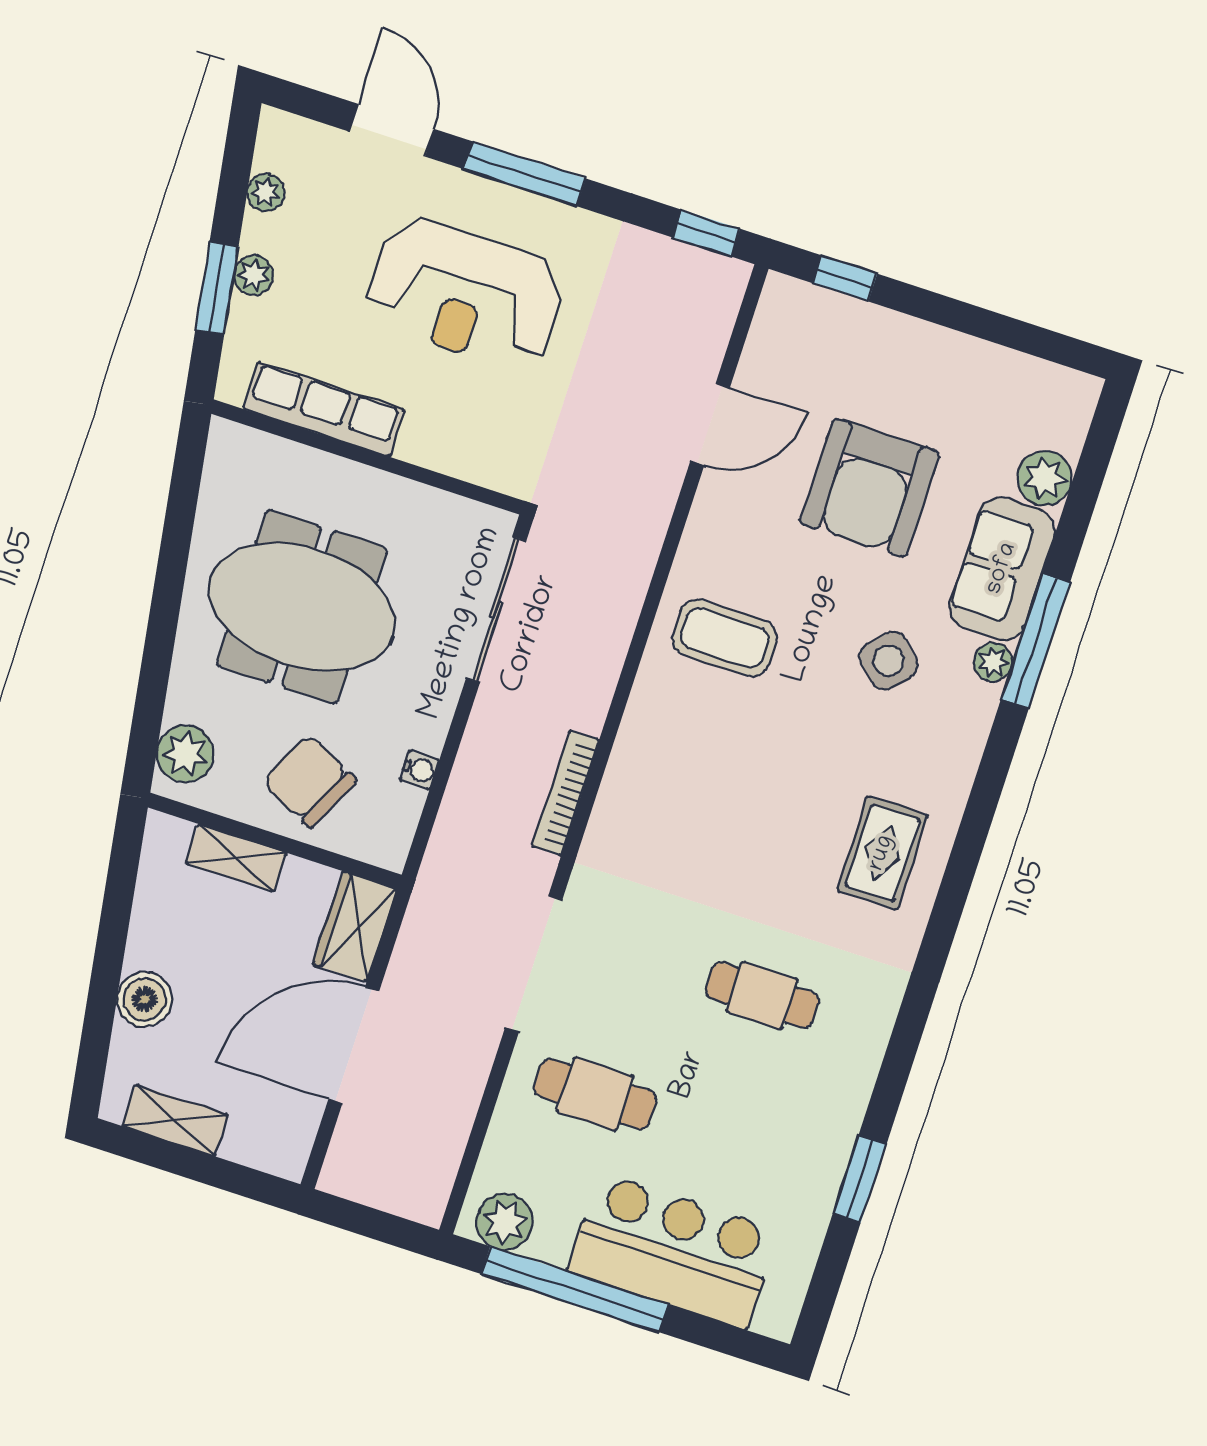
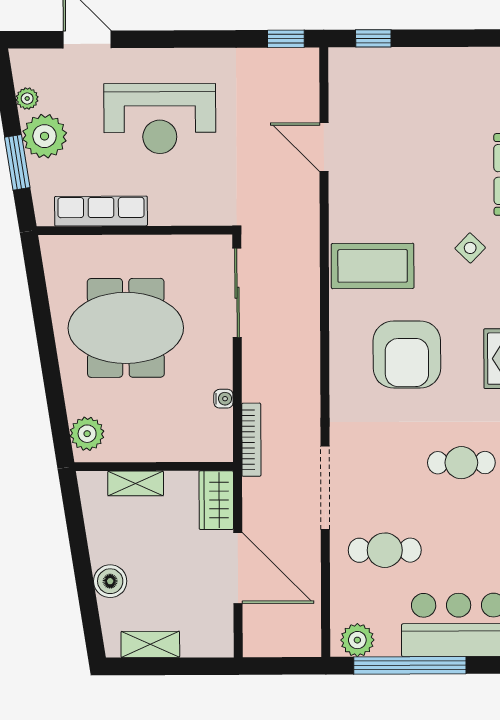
window: (525, 174) -> (171, 39), removed
plant: (254, 275) -> (45, 136), width x1.88, depth x1.88
door: (710, 425) -> (324, 147), swing flipped
armchair: (870, 488) -> (407, 354), moved
coffee table: (725, 638) -> (373, 266), width x1.36, depth x1.32
side table: (888, 661) -> (470, 248), width x0.73, depth x0.73
chair: (310, 781) -> (163, 426), removed
bookcase: (565, 793) -> (251, 440), moved, turned 180
door: (354, 1045) -> (238, 568), swing flipped

